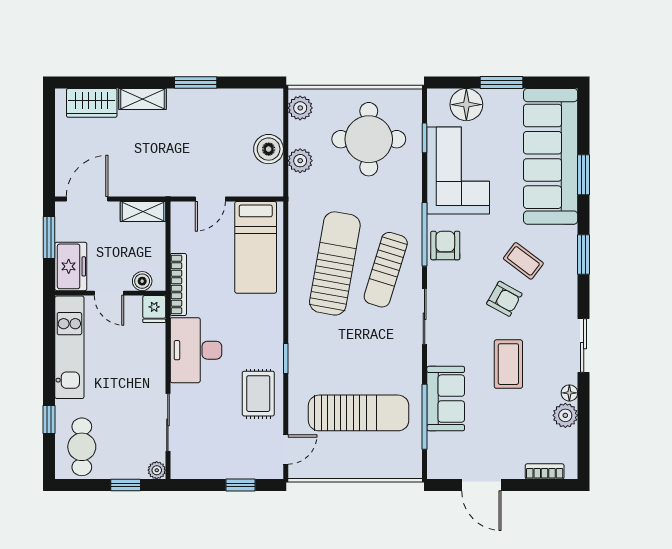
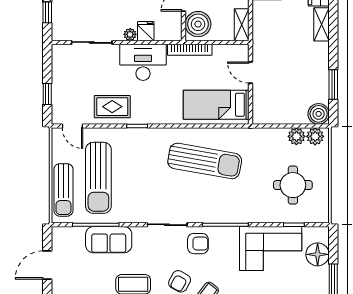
window: (196, 82) -> (333, 84), moved
round table: (369, 139) -> (293, 185), width x0.73, depth x0.73
boiler: (269, 149) -> (319, 114), moved
plant: (300, 161) -> (296, 136), moved
armchair: (445, 246) -> (198, 244), moved
sun lounger: (386, 270) -> (63, 190), moved, turned -107
boiler: (142, 281) -> (198, 24), width x1.86, depth x1.86
fridge: (154, 309) -> (146, 31), moved, turned 90
plant: (157, 470) -> (130, 34), moved

